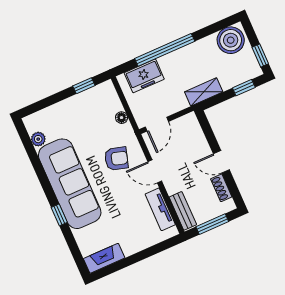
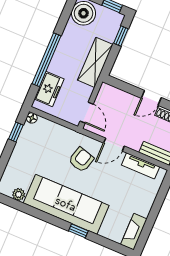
shelving: (204, 92) -> (95, 62), width x1.50, depth x1.33
floor lamp: (122, 118) -> (32, 118), moved

